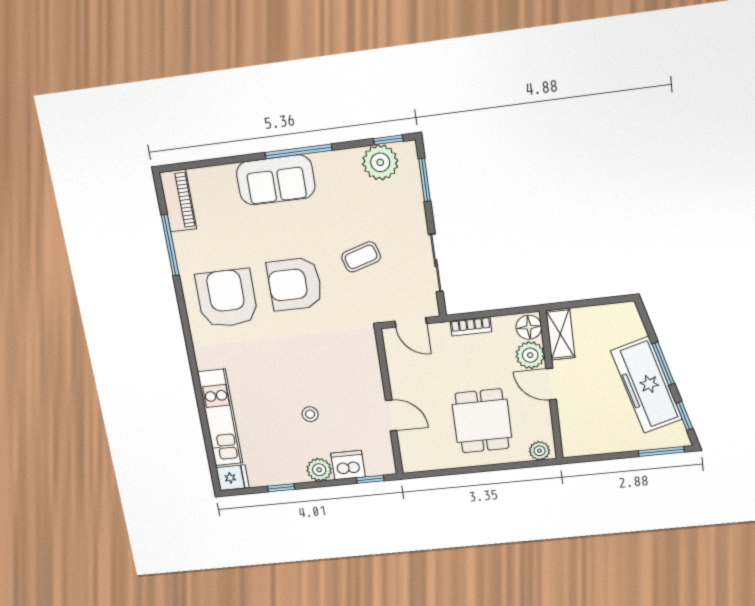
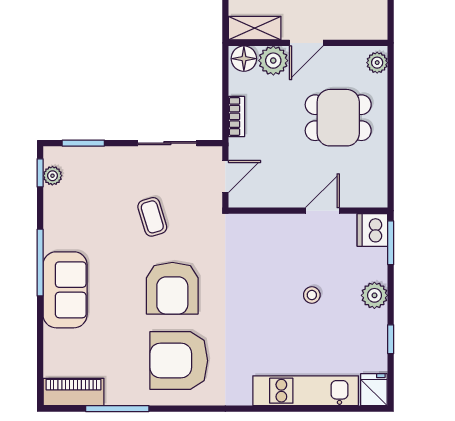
plant: (380, 162) -> (52, 176), width x0.53, depth x0.53
dishwasher: (348, 465) -> (372, 230), moved
window: (370, 479) -> (391, 243), width x1.50

